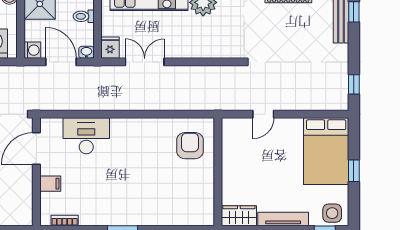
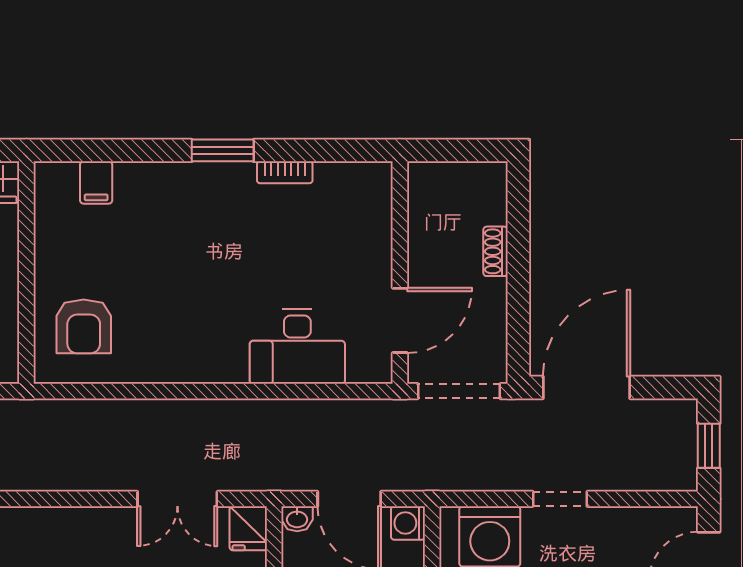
filing cabinet: (50, 184) -> (96, 182), moved, turned -90
bookcase: (65, 220) -> (285, 172), moved

